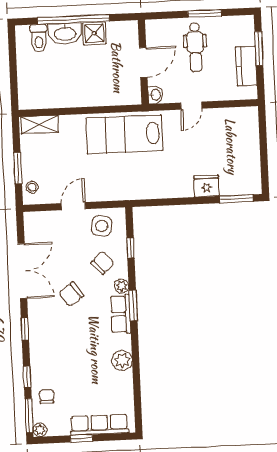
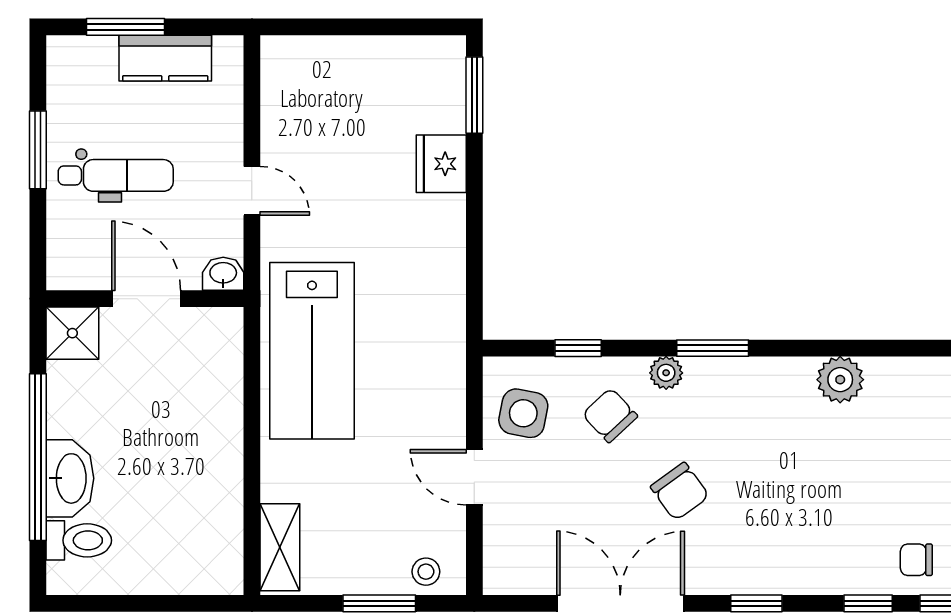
shower: (94, 33) -> (72, 333), moved
row of seats: (121, 314) -> (732, 378), removed

